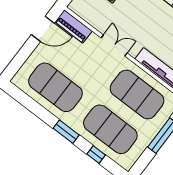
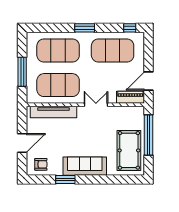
double door: (114, 46) -> (96, 105), swing flipped
window: (96, 155) -> (130, 28), moved

